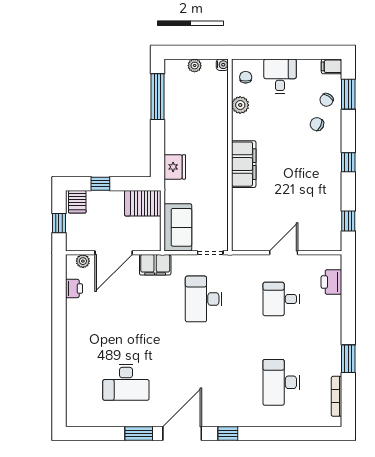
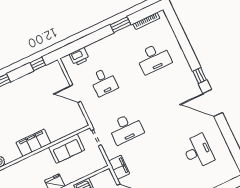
sofa: (178, 227) -> (67, 149), moved, turned 180
window: (139, 434) -> (225, 129), removed

